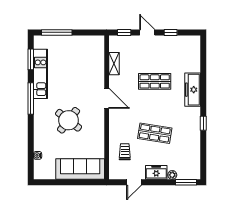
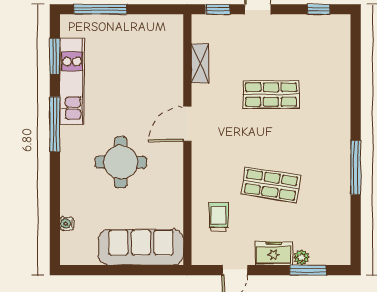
window: (171, 32) -> (318, 9), moved
freezer: (193, 90) -> (337, 109), removed
door: (107, 98) -> (187, 124), swing flipped
round table: (69, 120) -> (121, 162), turned -38
window: (203, 123) -> (356, 167), width x2.17
window: (186, 182) -> (308, 270), moved

